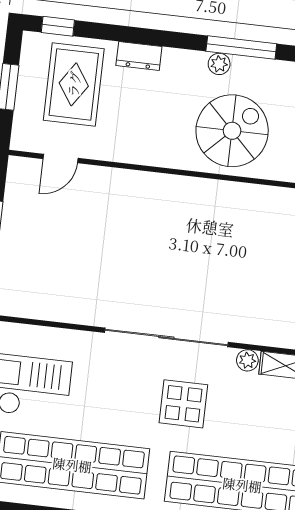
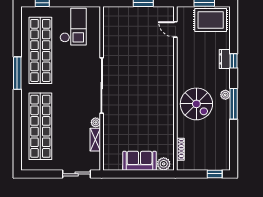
window: (58, 26) -> (234, 61), moved
rug: (74, 84) -> (211, 20), moved
display table: (183, 404) -> (73, 96), removed

